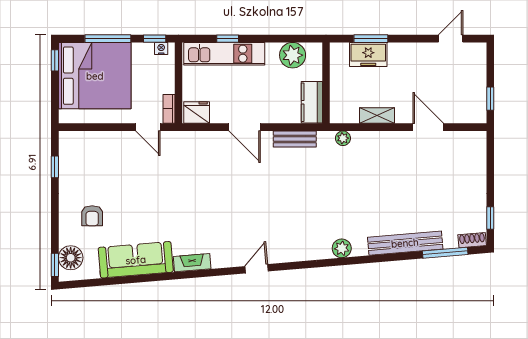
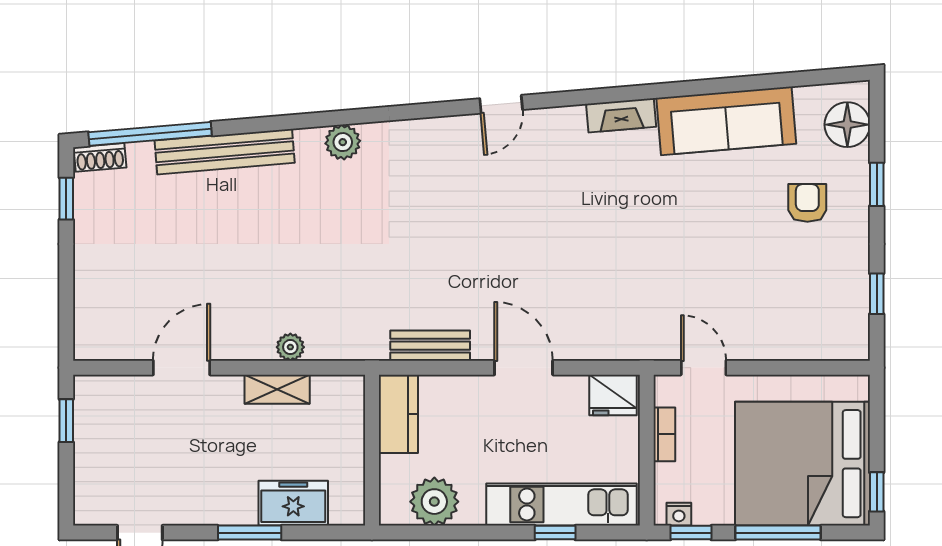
window: (371, 39) -> (250, 533), moved
bookcase: (169, 109) -> (664, 434), moved
door: (428, 127) -> (181, 368), swing flipped
plant: (343, 138) -> (290, 347), moved
window: (445, 253) -> (150, 134), width x1.46
window: (55, 265) -> (877, 184), moved

